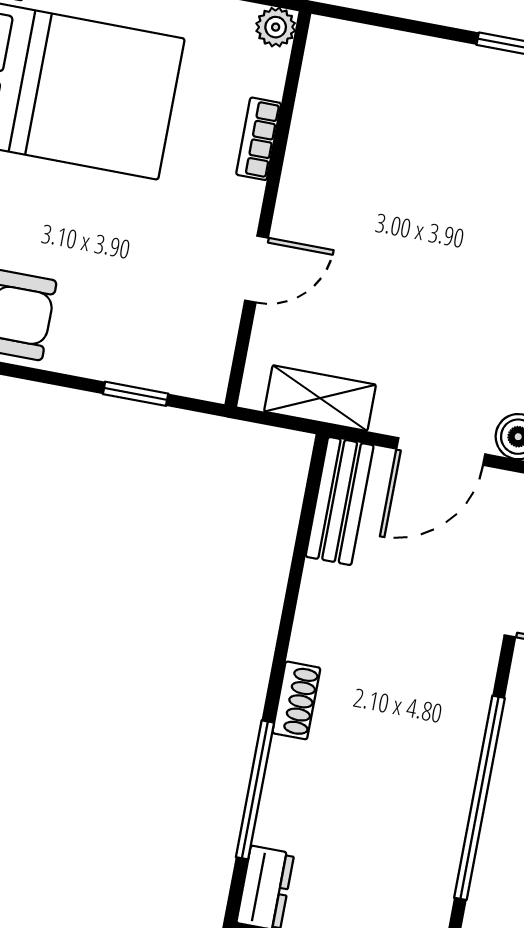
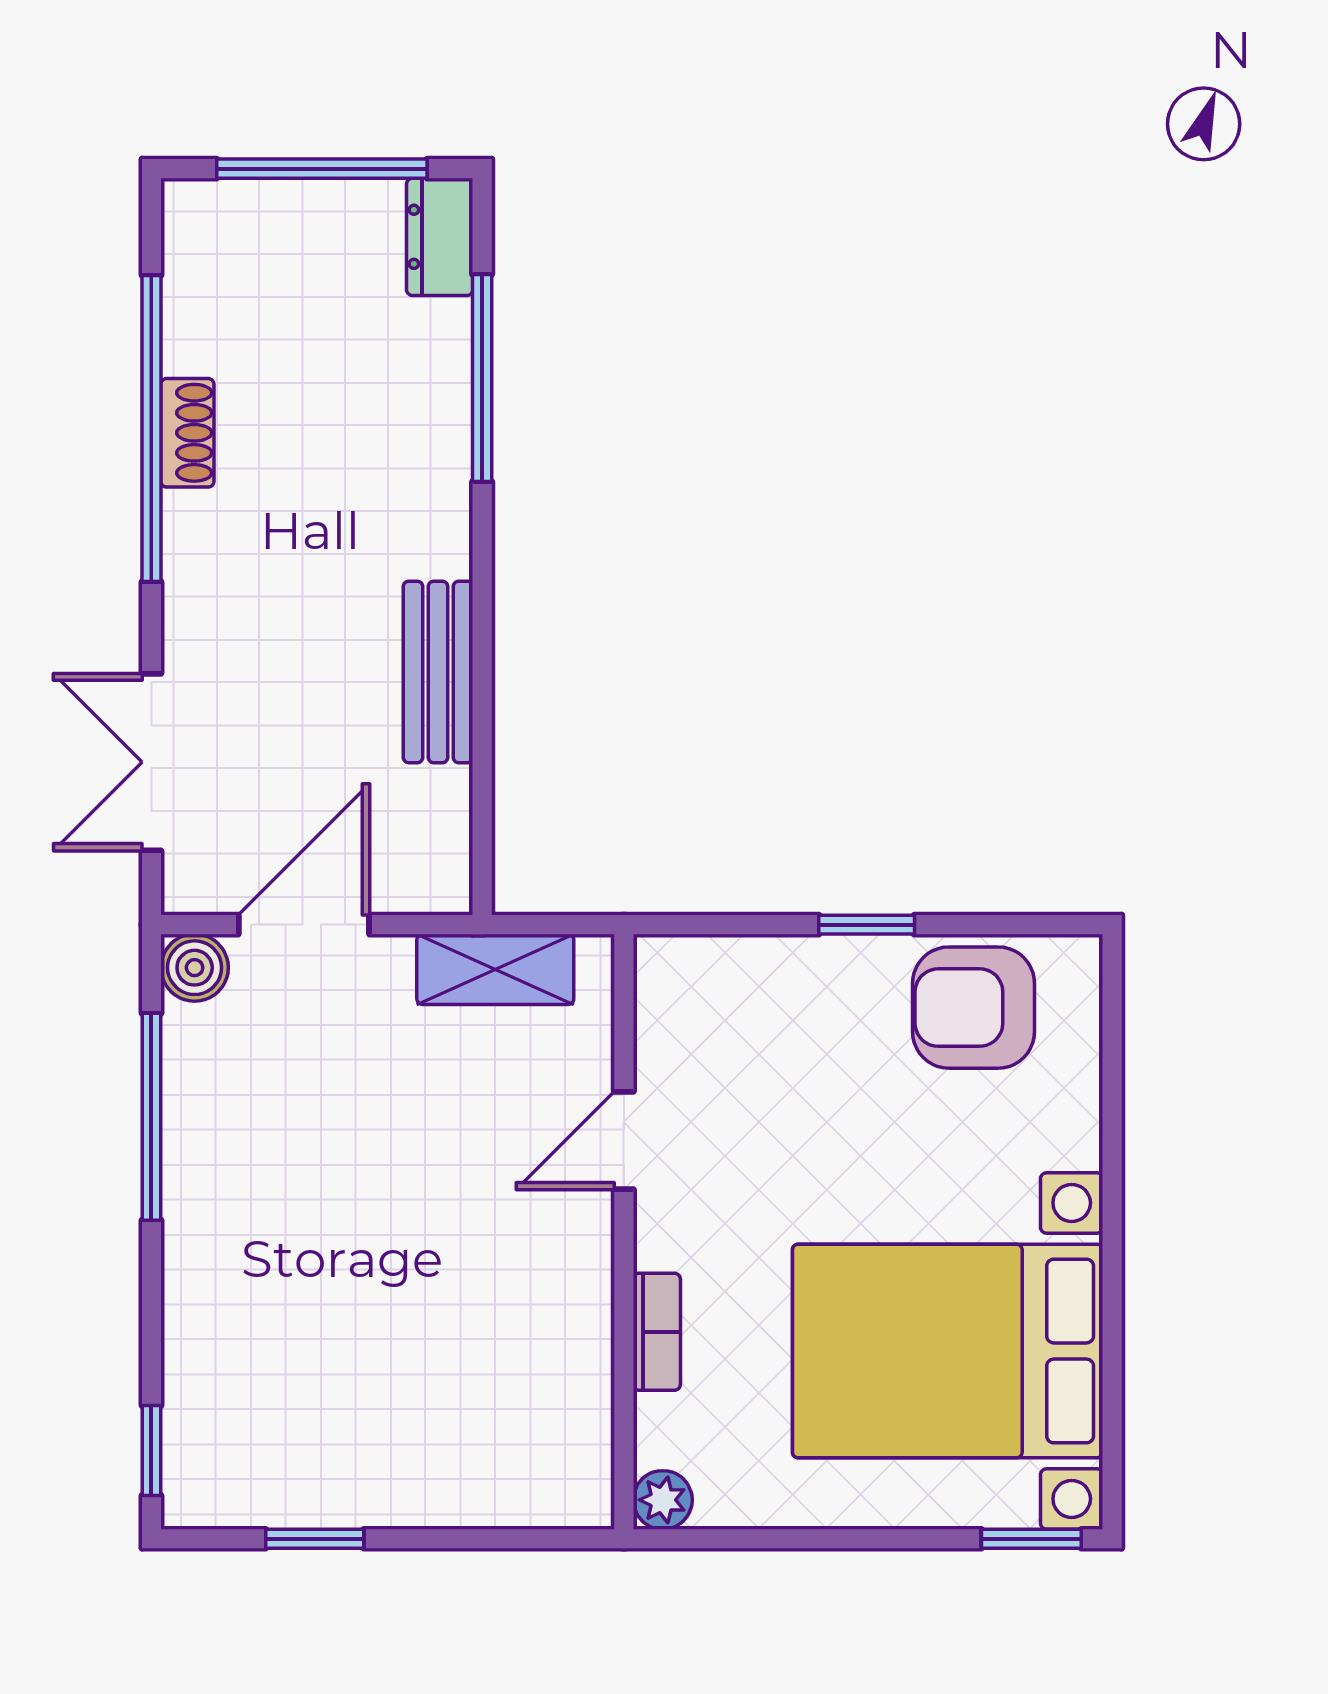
window: (136, 394) -> (867, 925), moved
bench: (340, 501) -> (438, 672), moved
shoe rack: (296, 700) -> (187, 433), moved, turned 180

